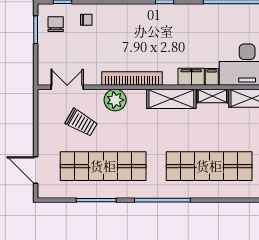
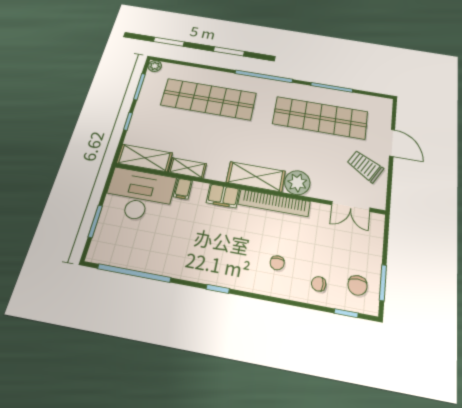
chair: (122, 30) -> (277, 263), added
filing cabinet: (191, 77) -> (223, 196), moved
shelving: (171, 99) -> (256, 177), moved
trolley: (81, 123) -> (365, 166), moved
door: (36, 170) -> (392, 143), moved

